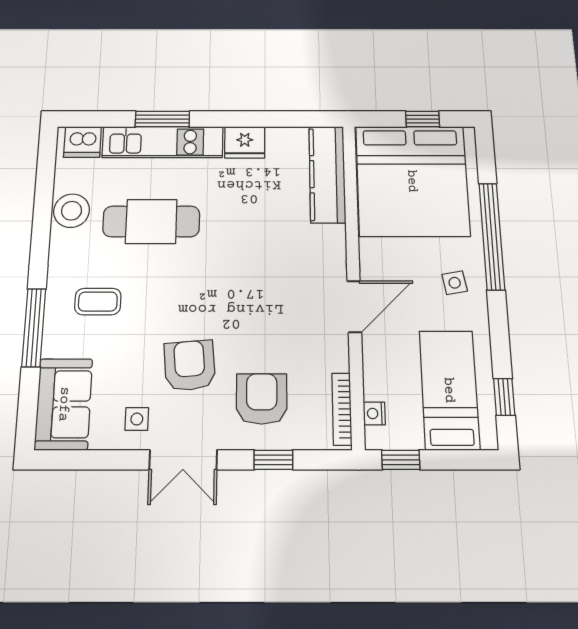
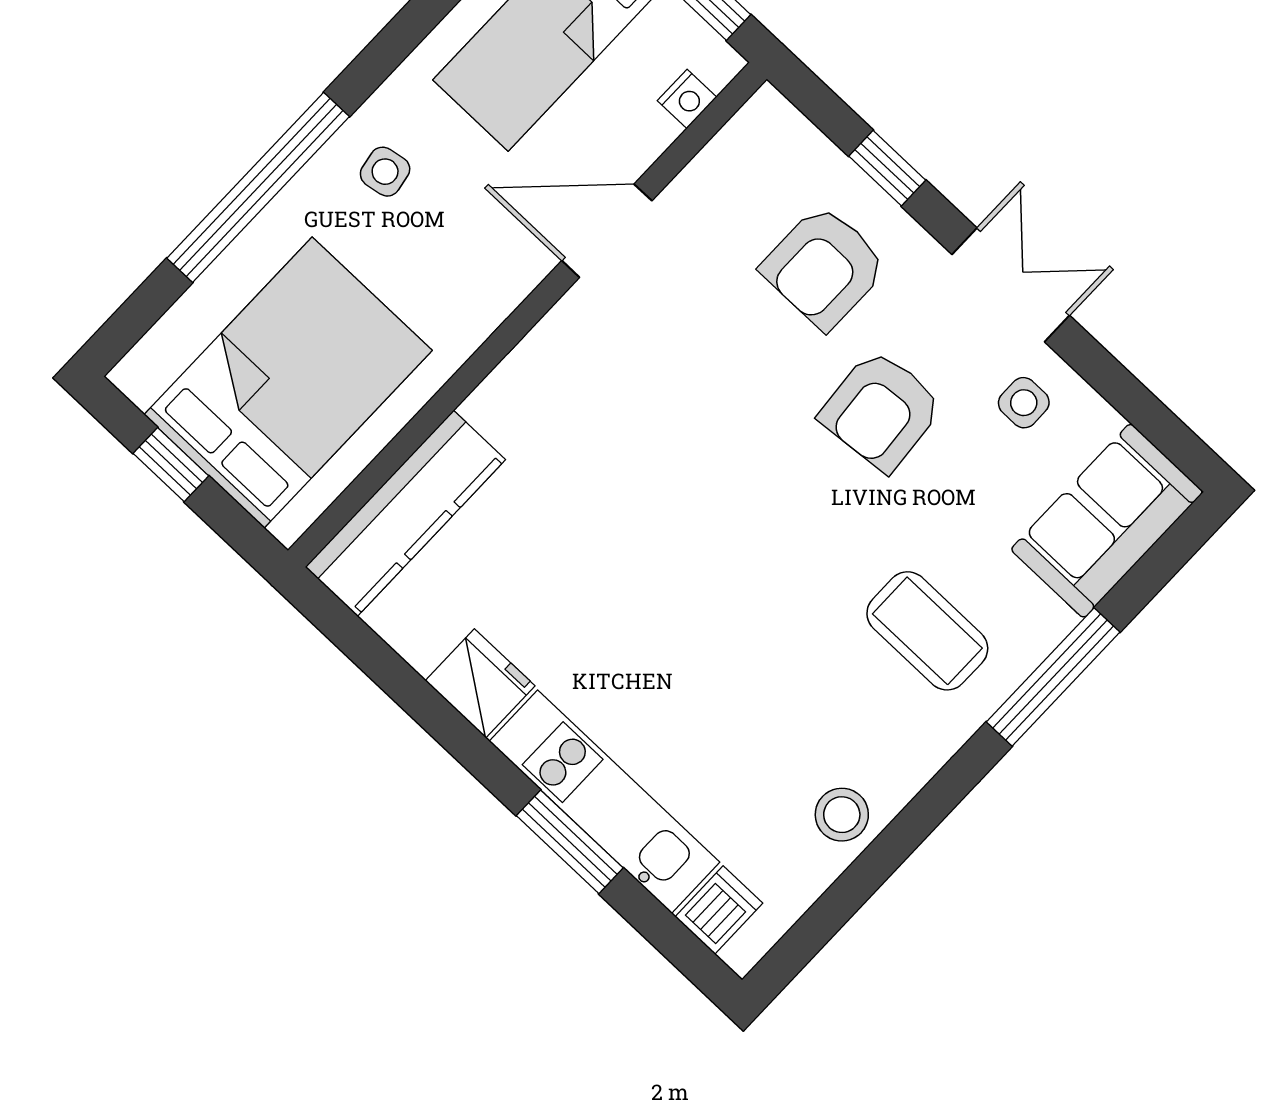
dishwasher: (82, 142) -> (719, 910), width x0.73
bed: (412, 181) -> (288, 383), width x0.73
stool: (72, 211) -> (842, 815), width x0.73, depth x0.73
cafe table: (151, 221) -> (739, 685), removed
coffee table: (98, 302) -> (927, 631), width x1.36, depth x1.30
door: (354, 307) -> (607, 231), moved
bookcase: (342, 409) -> (726, 148), removed

